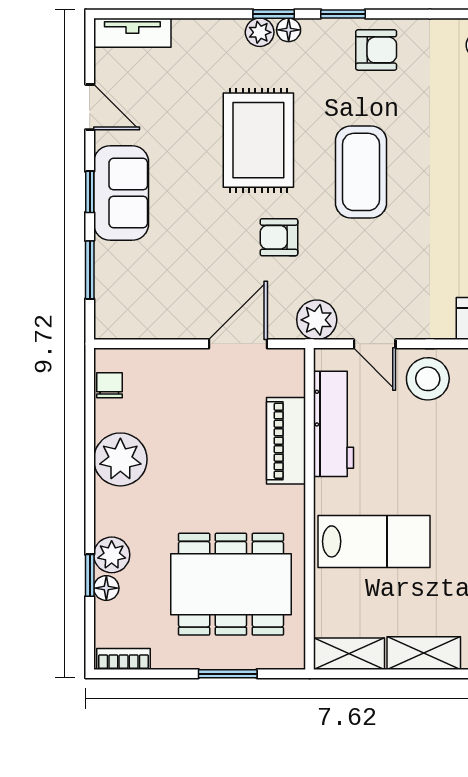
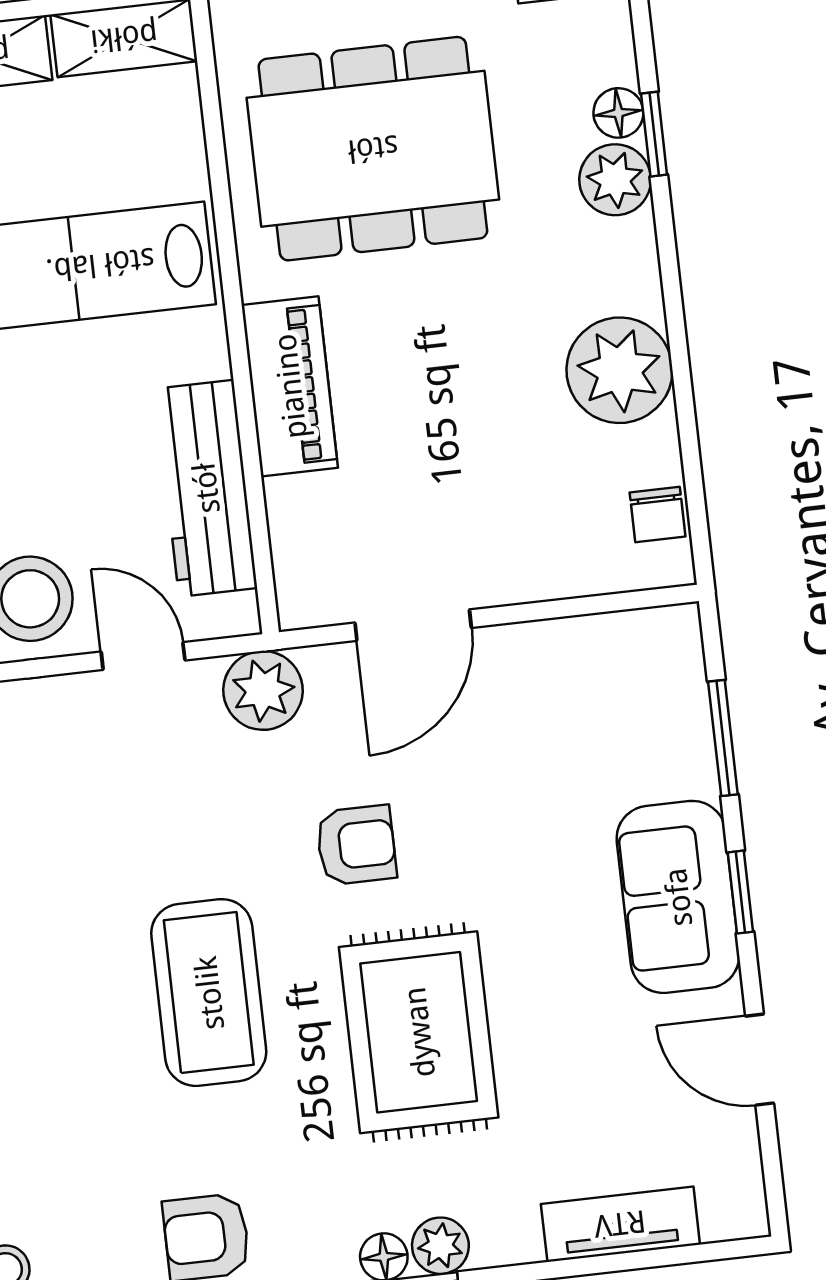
tv unit: (132, 33) -> (620, 1224), moved
piano: (286, 441) -> (290, 386), moved

